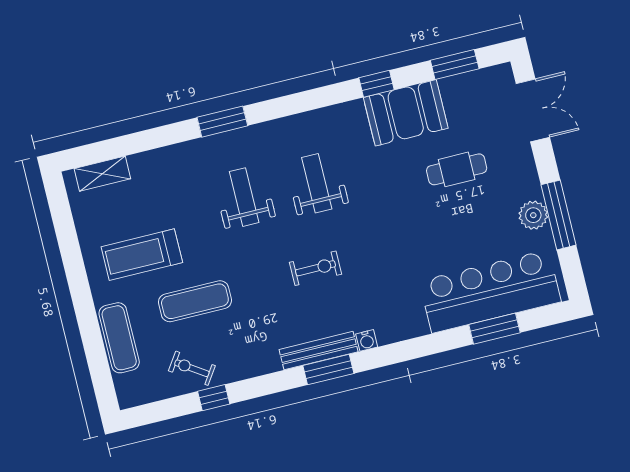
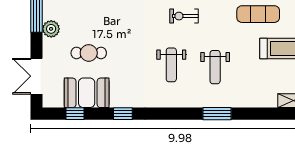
window: (455, 65) -> (75, 114), width x0.67
booth: (406, 113) -> (87, 93), moved
plant: (533, 215) -> (51, 29), moved

